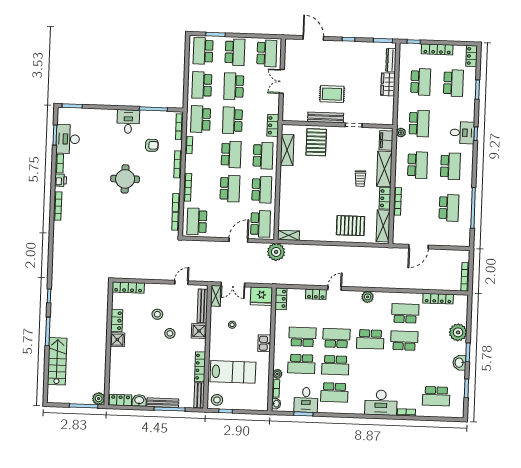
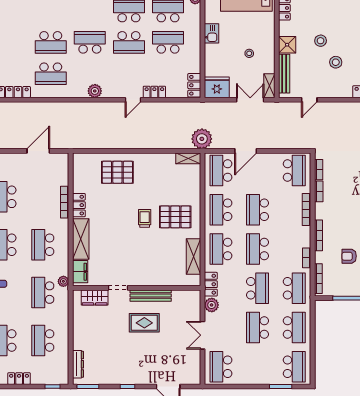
locker: (437, 49) -> (19, 379), width x0.66
school desk: (235, 52) -> (258, 367), removed
double door: (282, 81) -> (203, 335), swing flipped
wardrobe: (388, 84) -> (95, 298), moved, turned 90
school desk: (234, 86) -> (258, 328), turned 180
plant: (273, 107) -> (212, 305), added
pallet: (316, 142) -> (175, 217), moved, turned 90
trolley: (360, 179) -> (145, 218), moved
shelving: (383, 226) -> (80, 173), removed
school desk: (302, 337) -> (168, 42), turned 180

